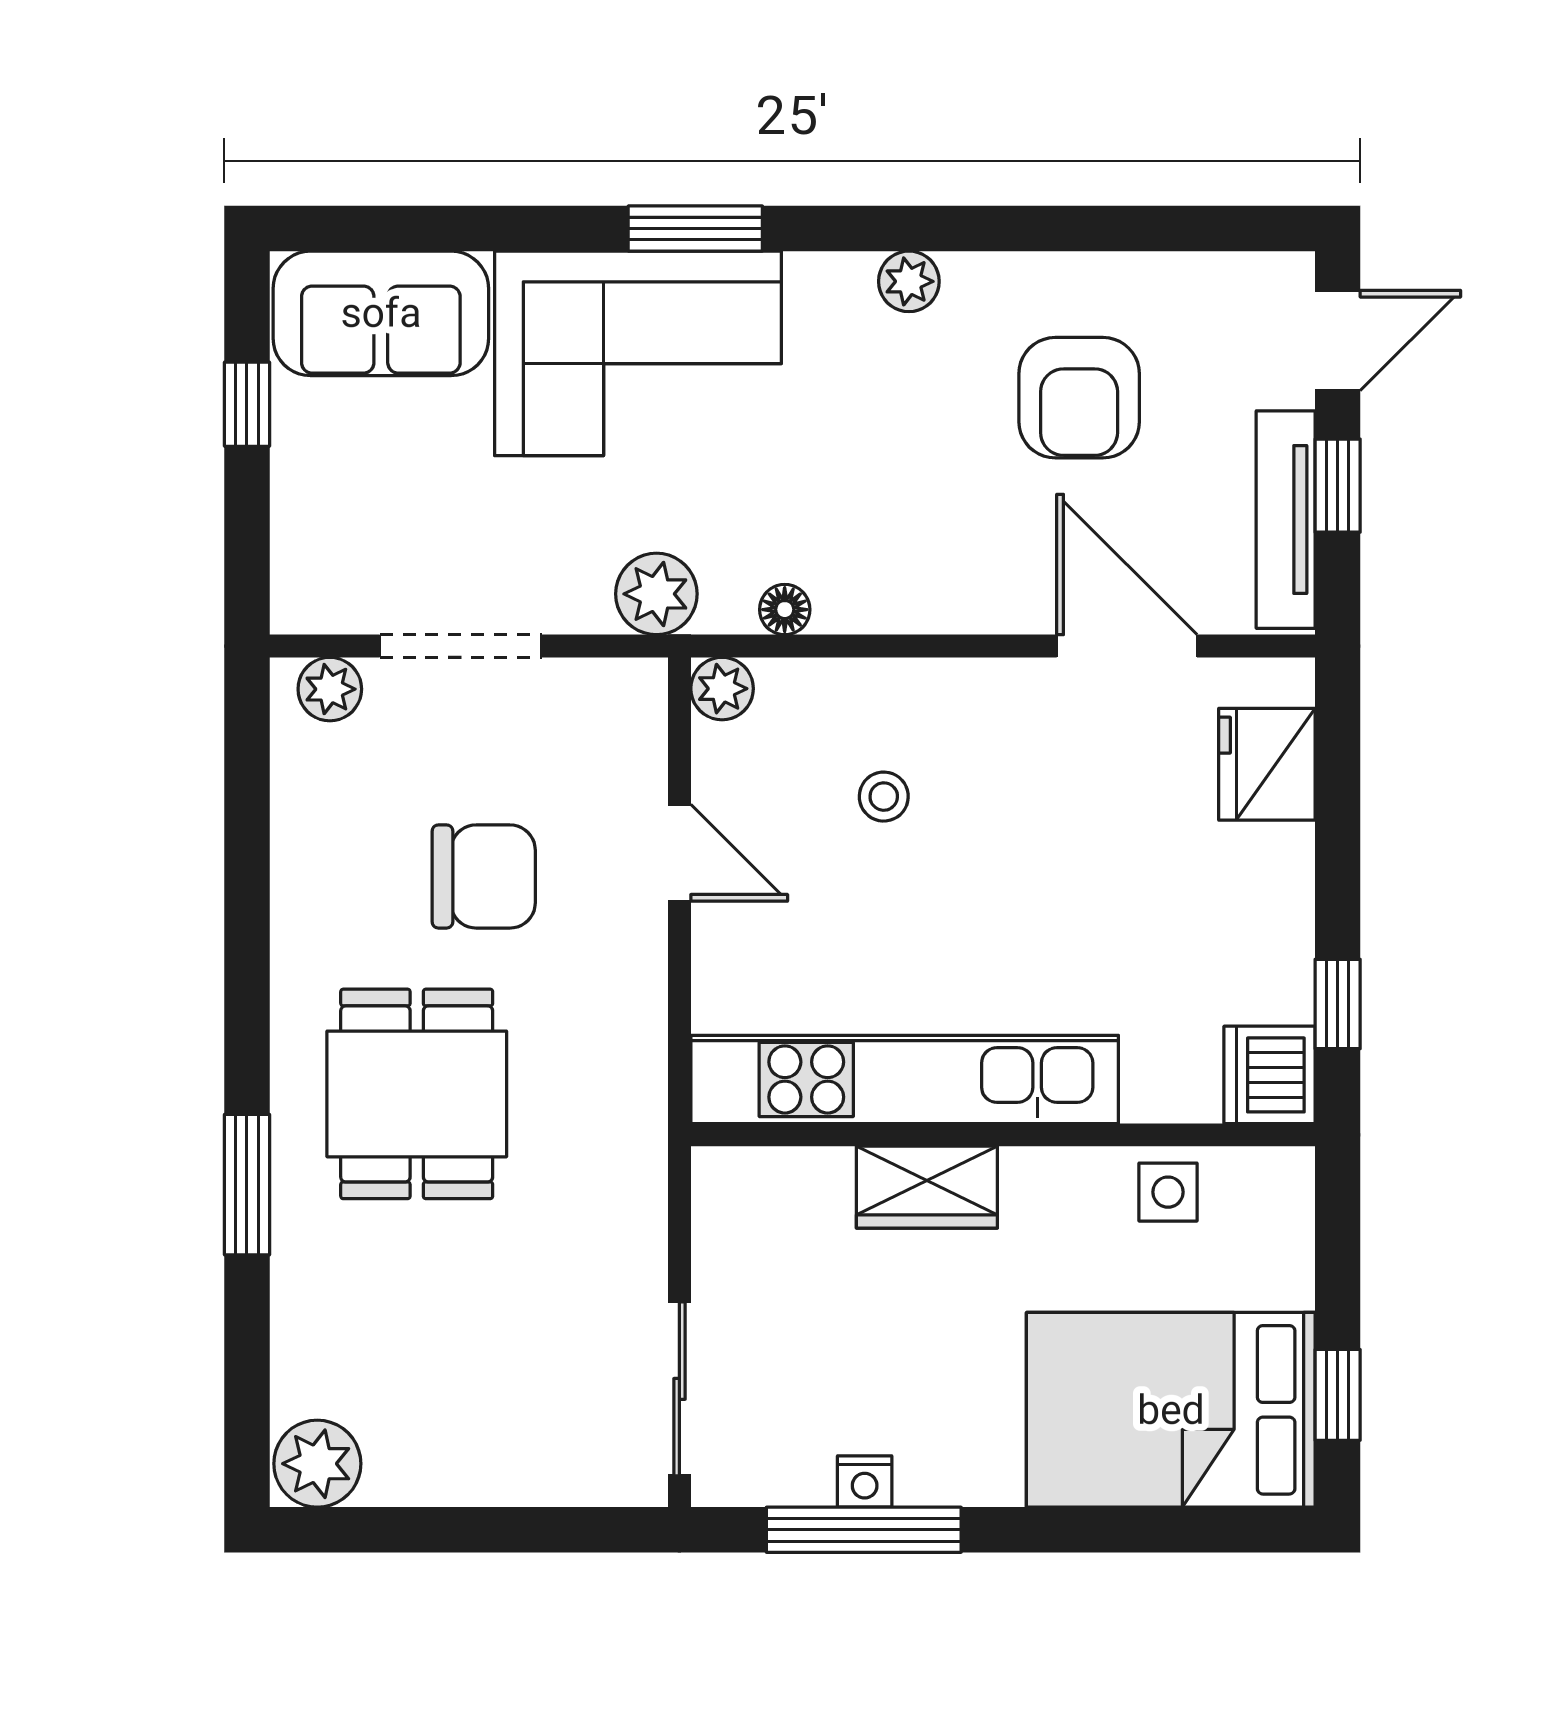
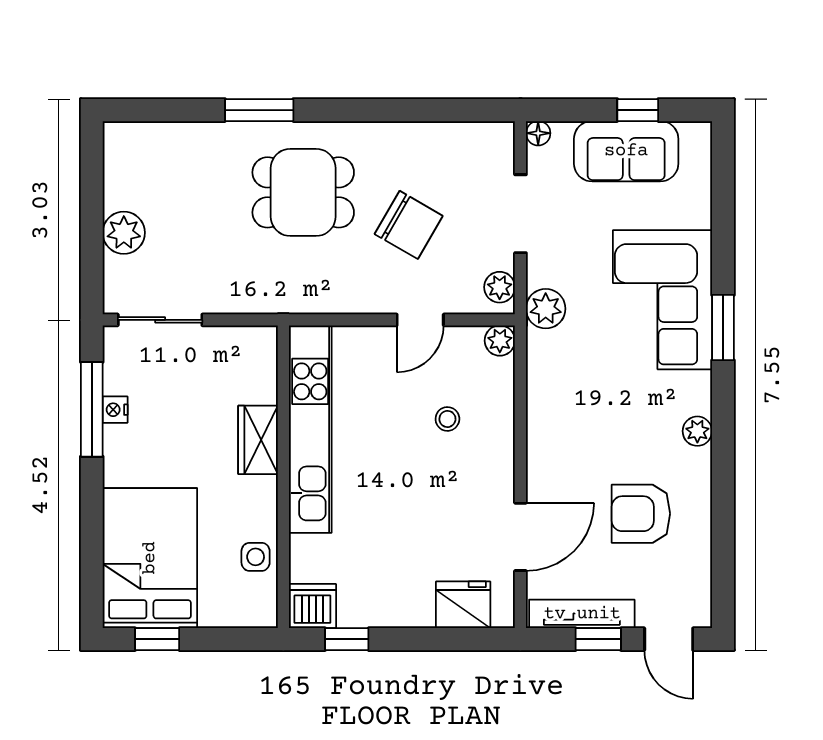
sofa: (381, 313) -> (626, 151), moved, turned -90
floor lamp: (785, 610) -> (538, 133), moved
plant: (330, 689) -> (500, 287), moved
chair: (484, 876) -> (409, 225), turned -60
plant: (317, 1464) -> (124, 233), moved

